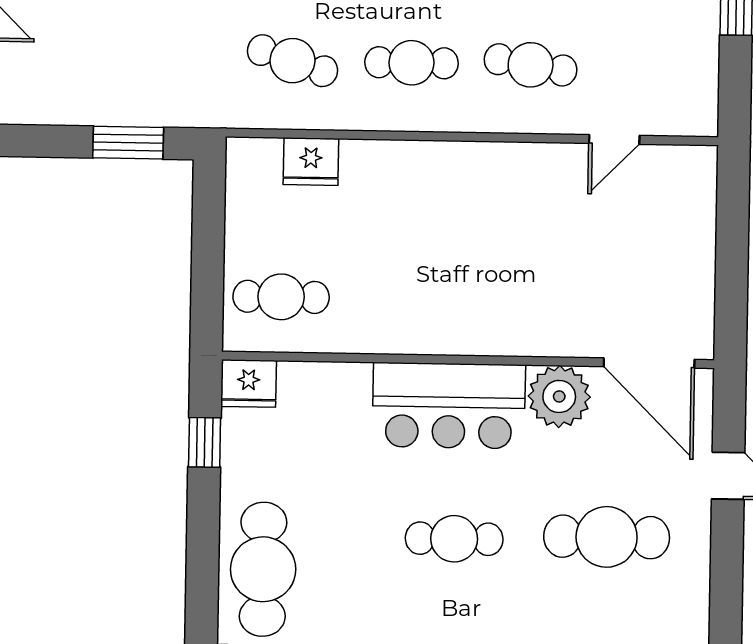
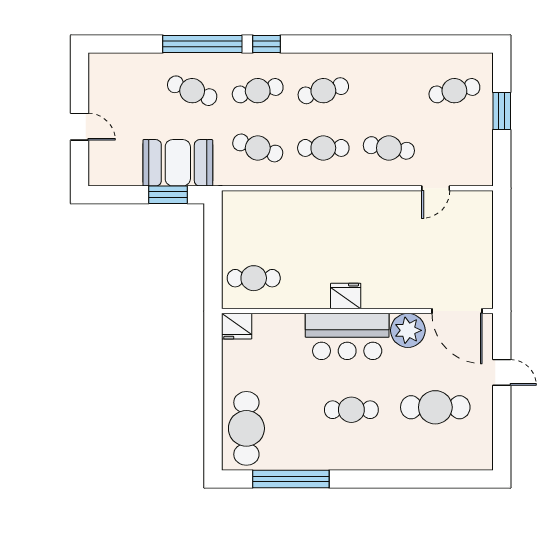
booth: (147, 85) -> (178, 163), added
fridge: (311, 162) -> (346, 296), moved, turned 180
window: (205, 442) -> (213, 359), removed

